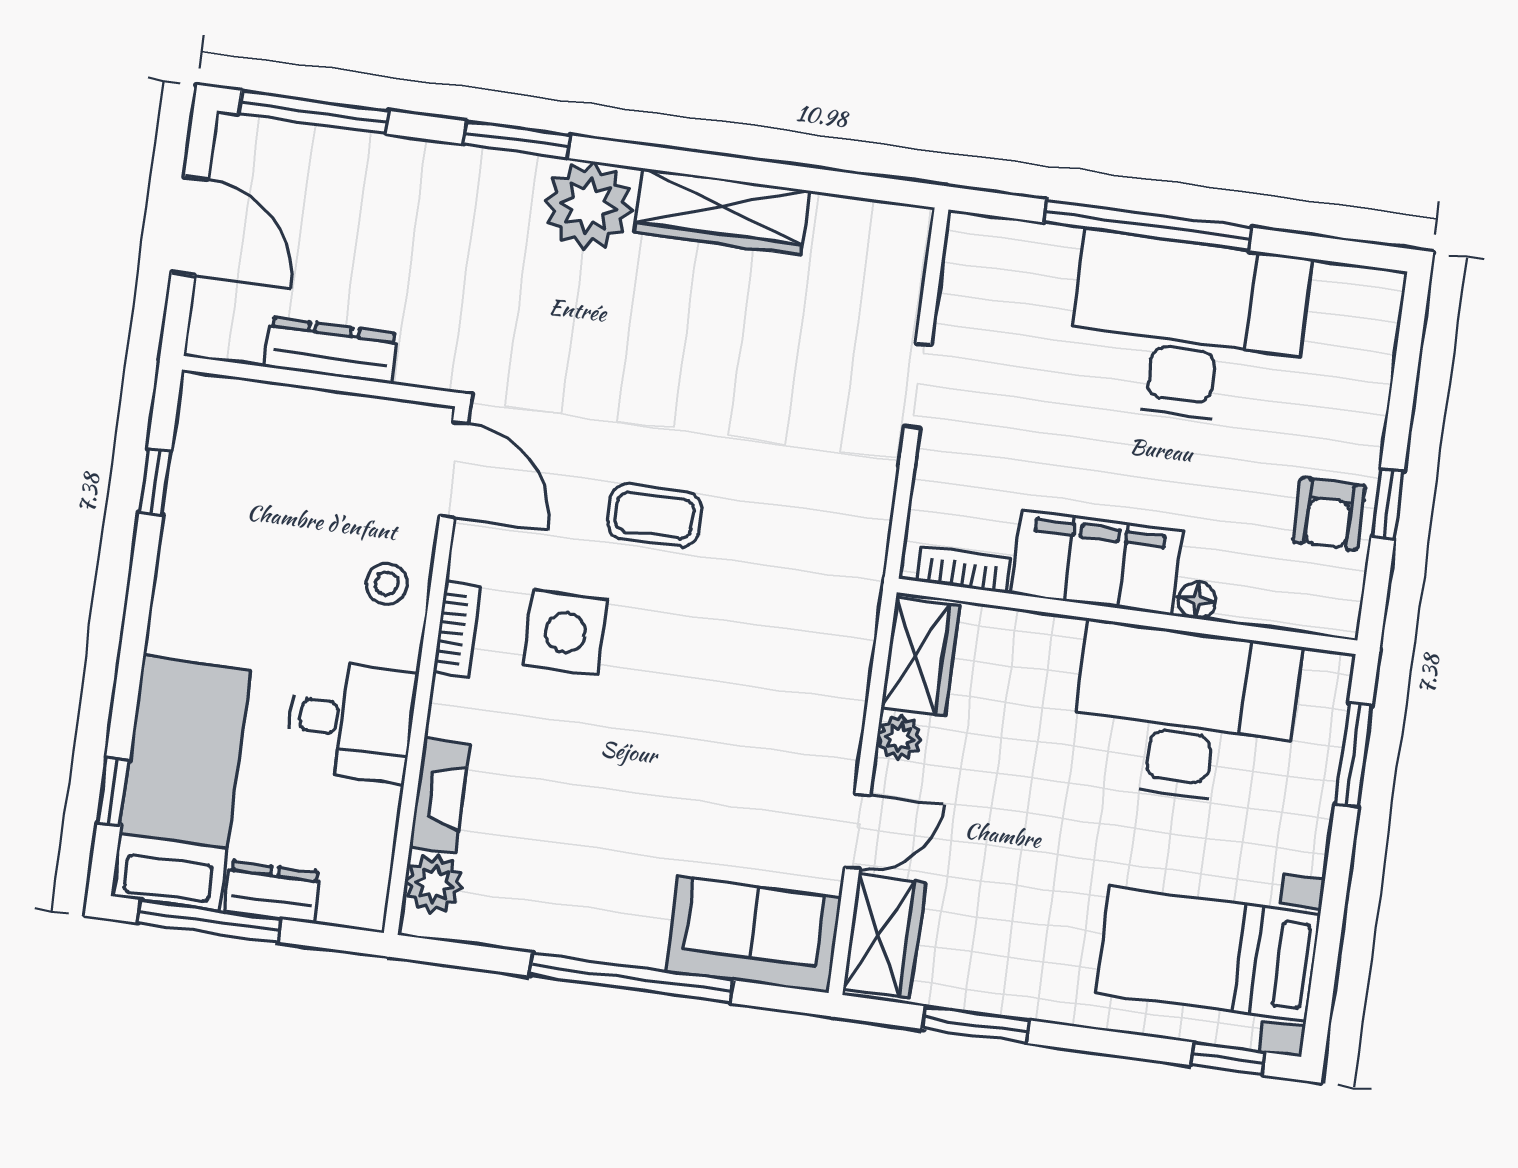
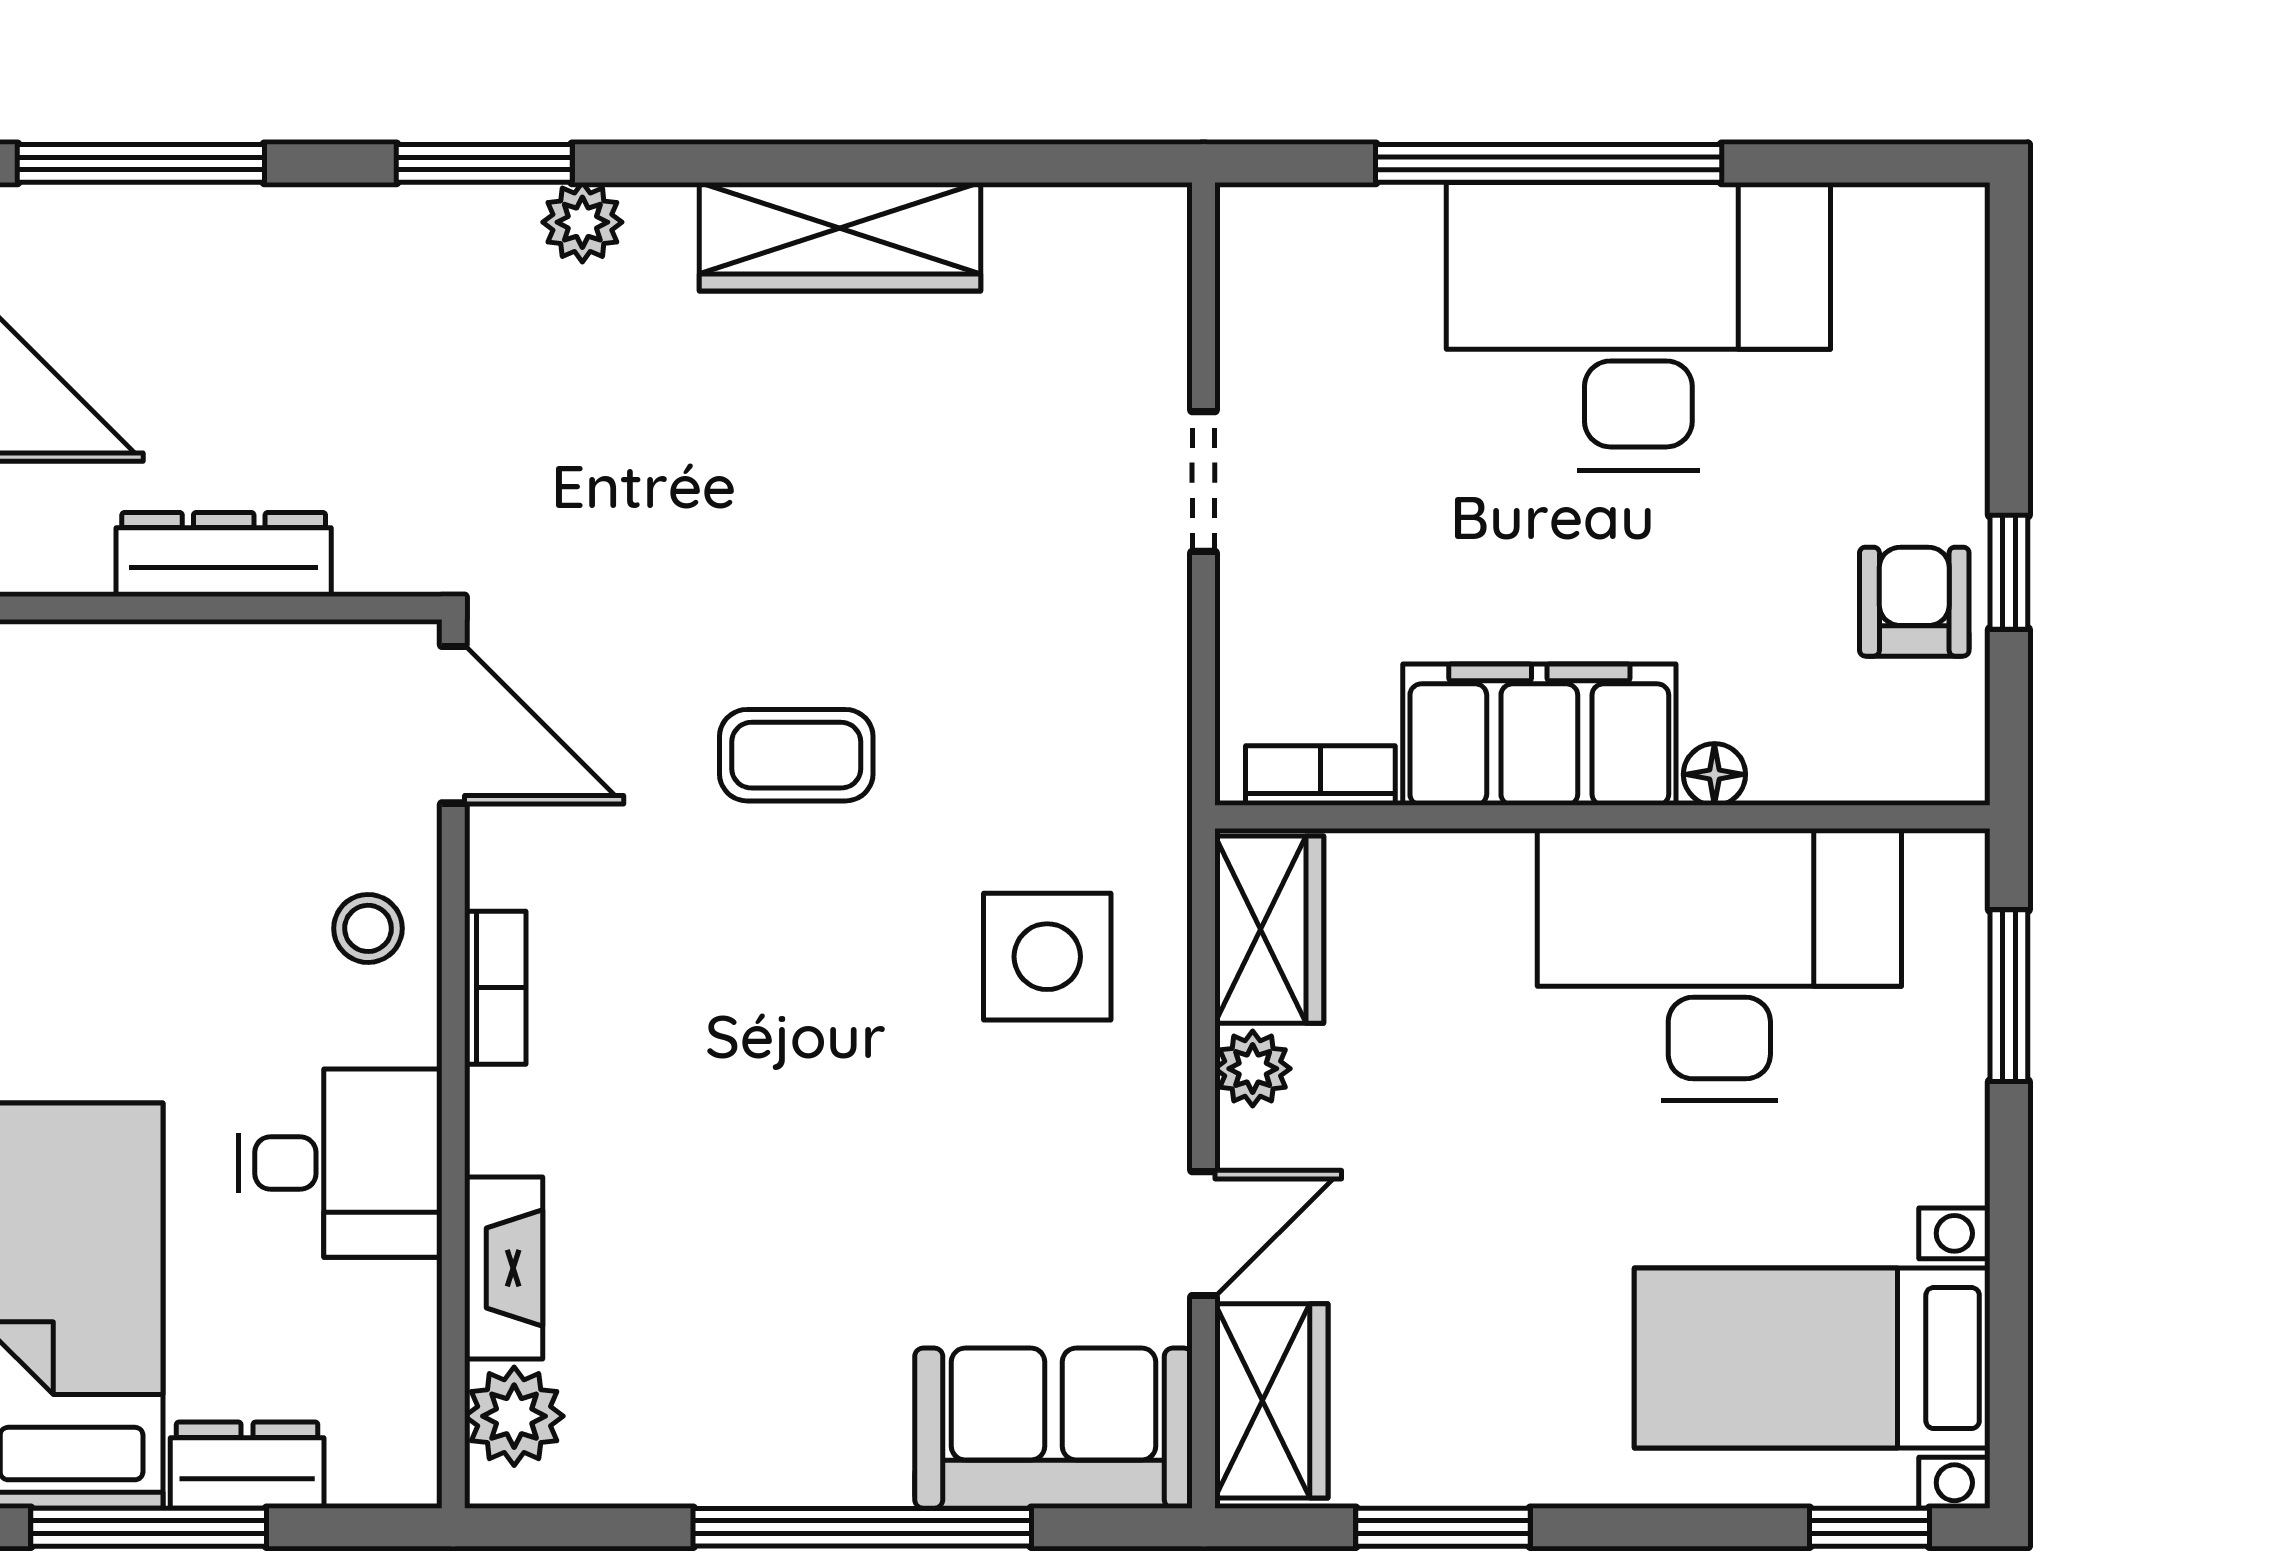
plant: (588, 206) -> (582, 222), width x0.53, depth x0.53
armchair: (1329, 514) -> (1914, 602), turned 180
side table: (565, 632) -> (1047, 957), moved

